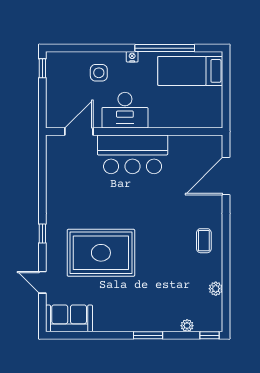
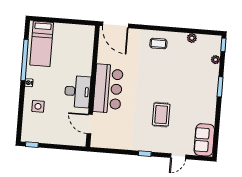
desk: (125, 110) -> (78, 92), moved
door: (79, 132) -> (90, 124), moved
wall: (134, 132) -> (93, 86), moved
bar counter: (133, 154) -> (108, 89), moved
rug: (101, 253) -> (161, 115), width x0.54, depth x0.49

